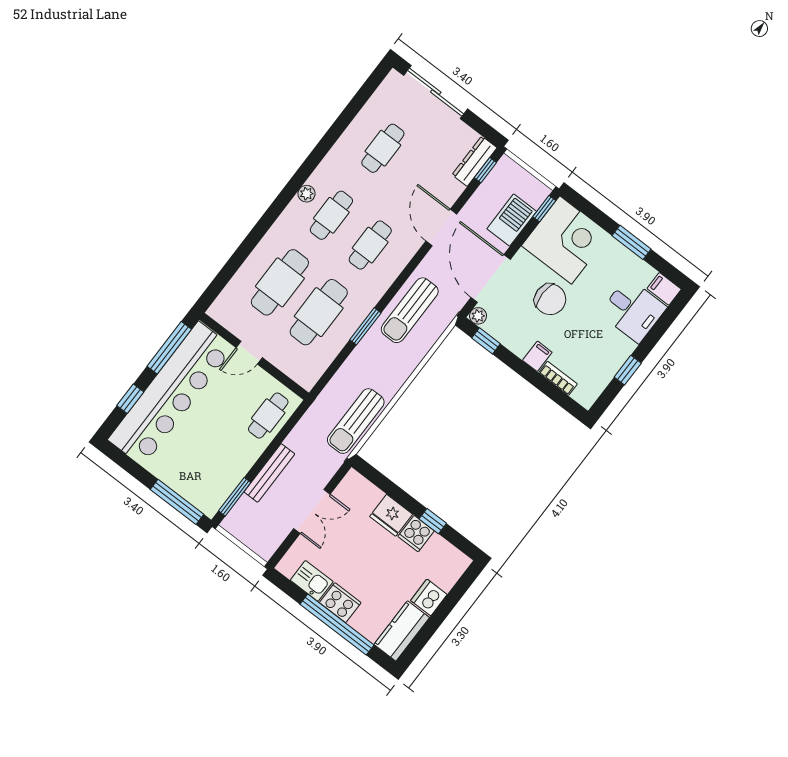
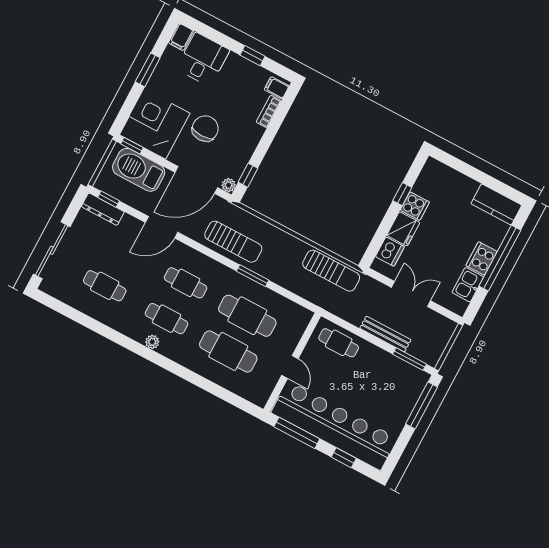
barbecue: (512, 220) -> (139, 170), width x1.37, depth x1.21
filing cabinet: (537, 356) -> (277, 88), moved
dishwasher: (429, 597) -> (390, 252), moved, turned -90

